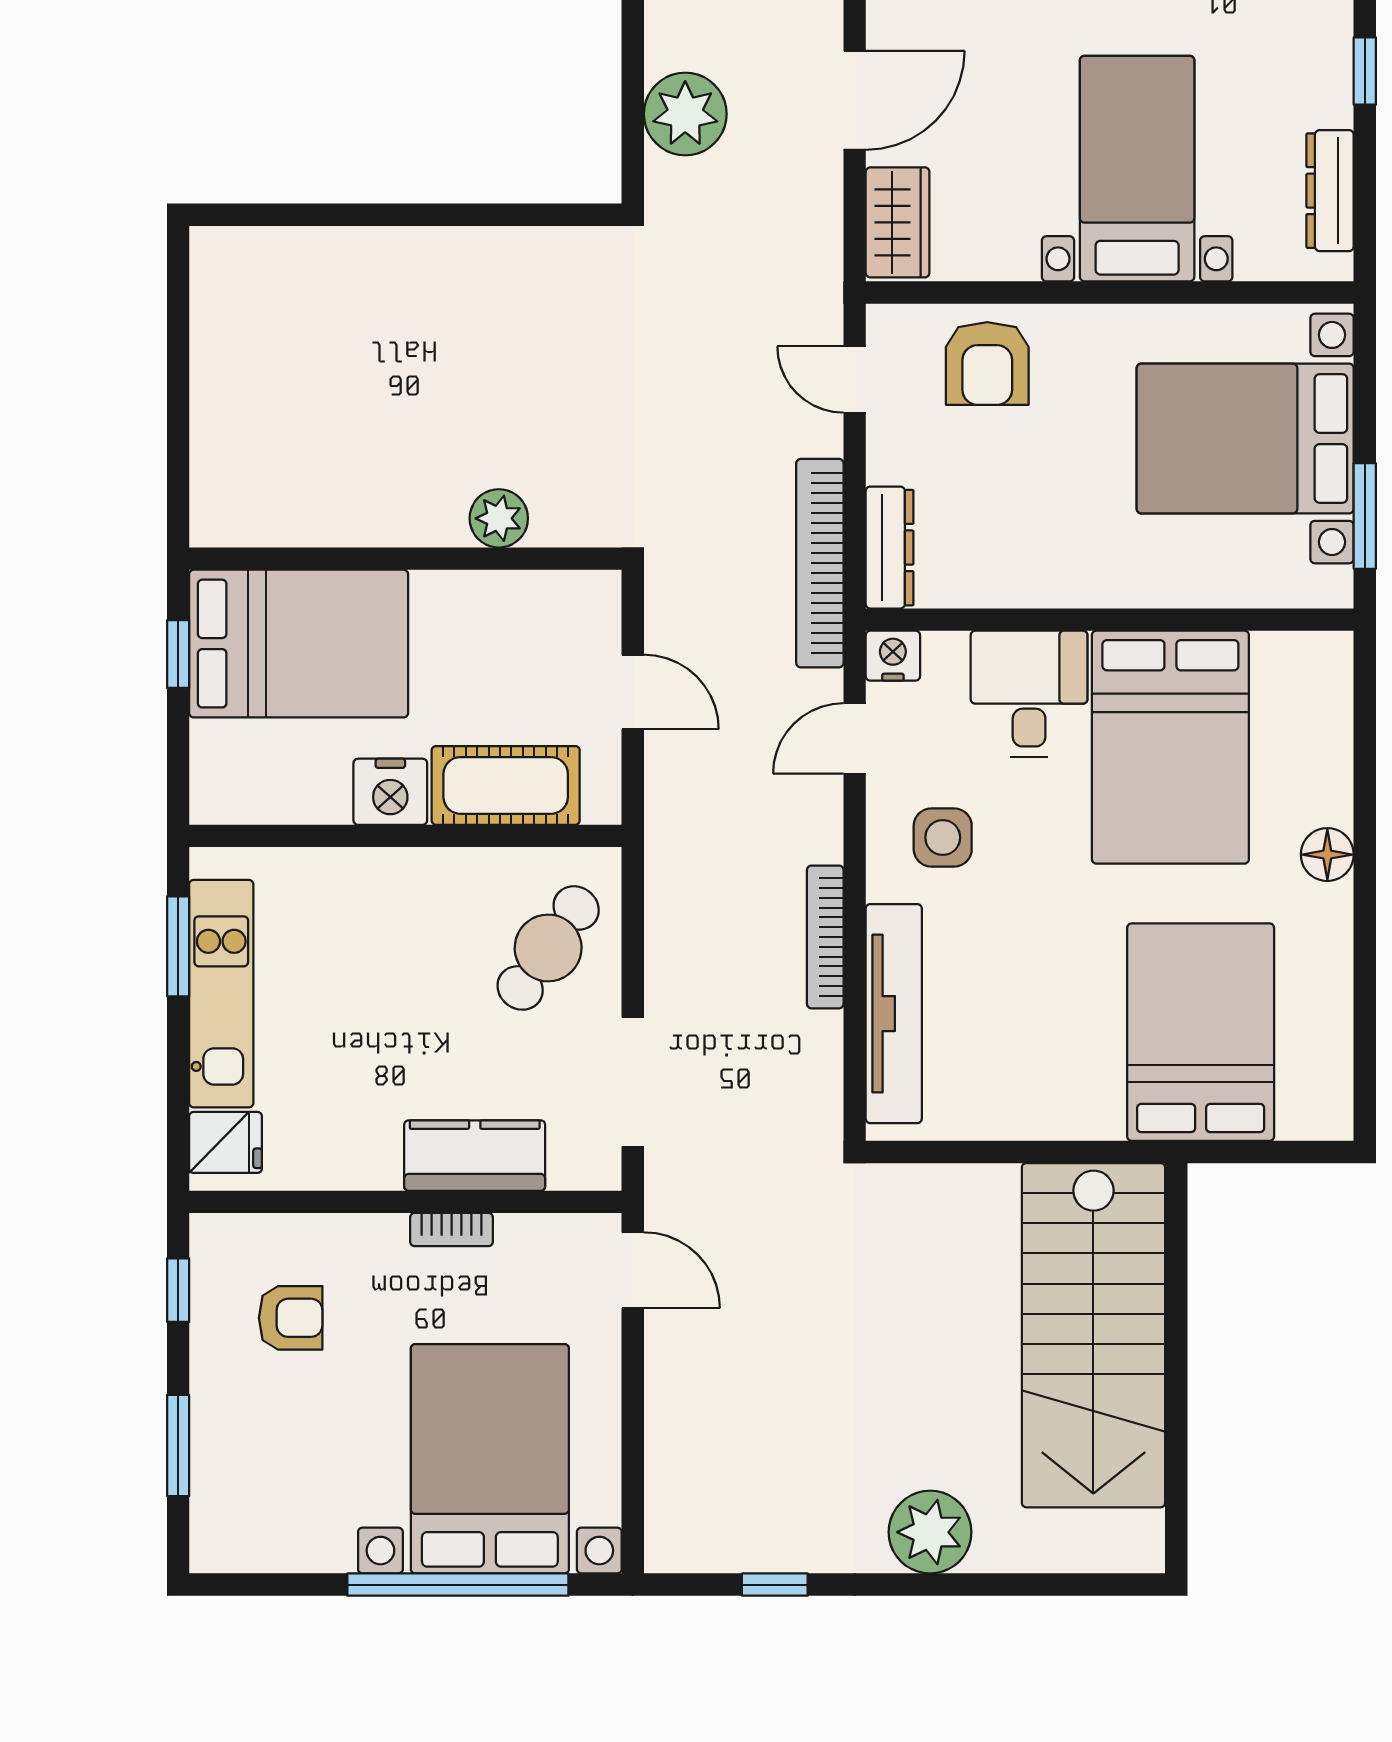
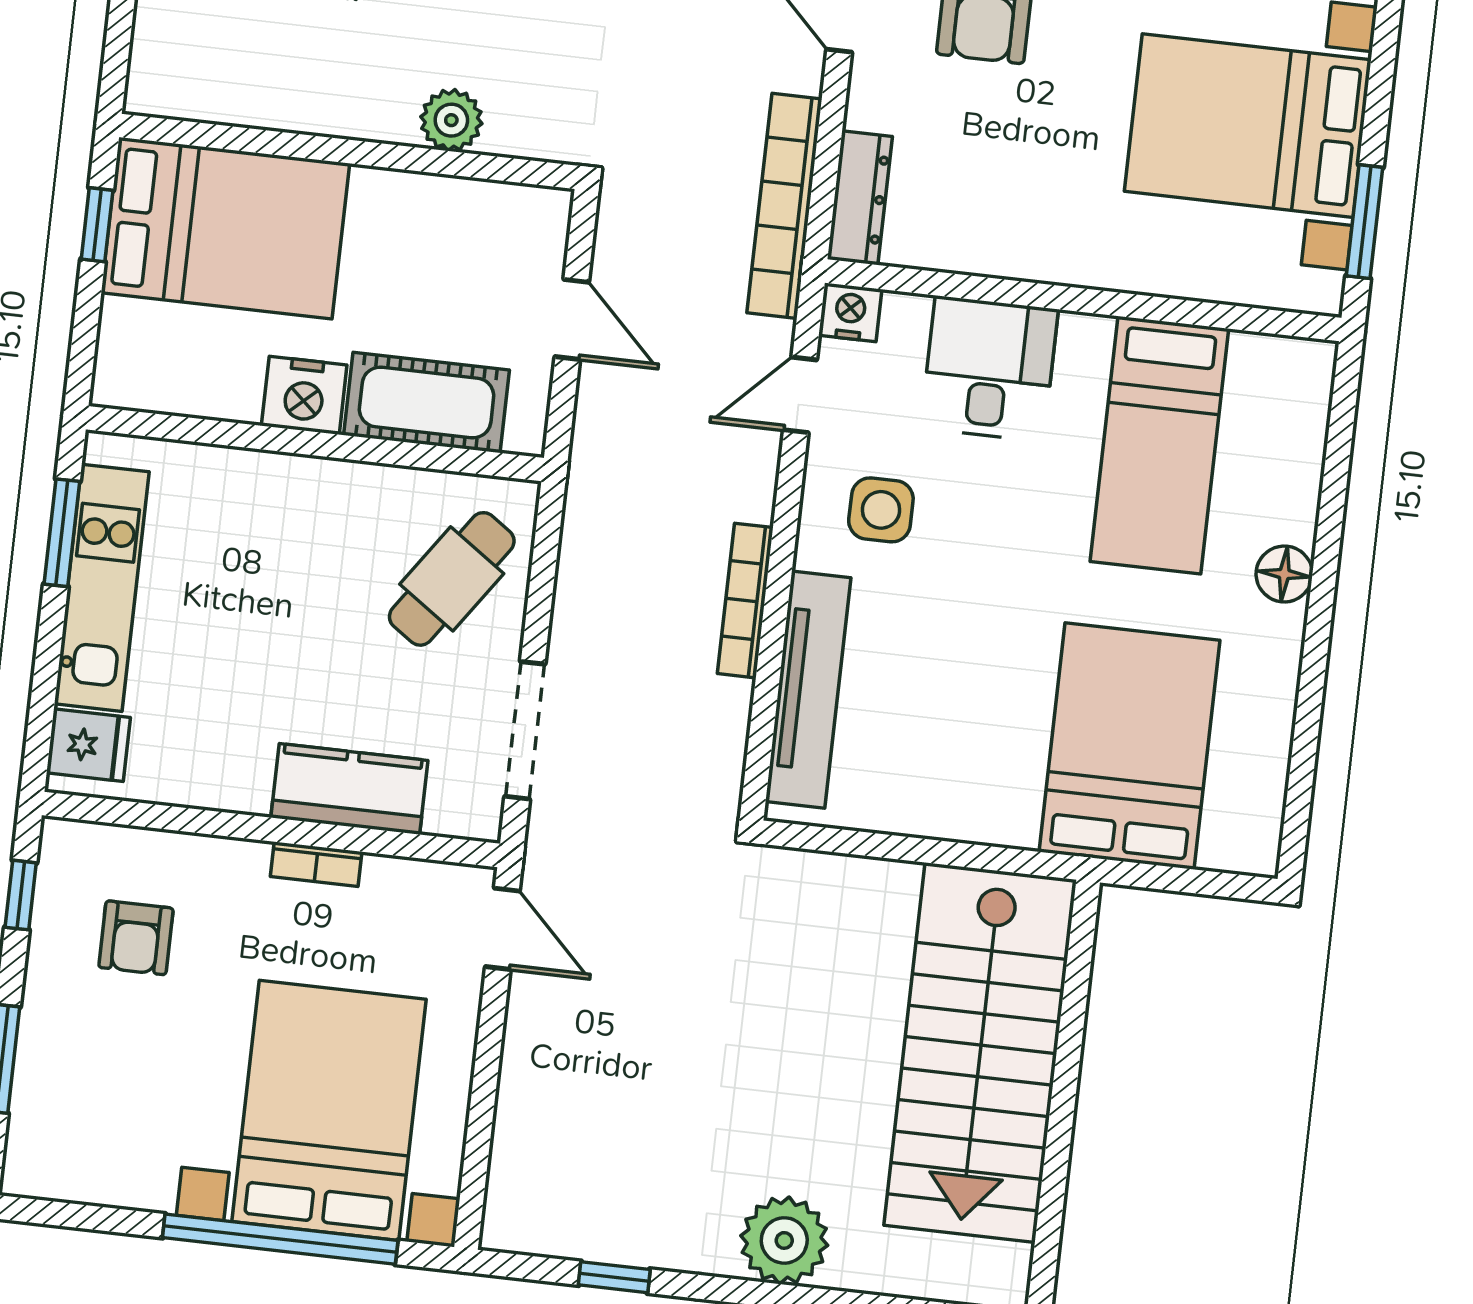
bed: (1170, 747) -> (1159, 445), width x0.67
armchair: (291, 1318) -> (136, 938), turned 90

